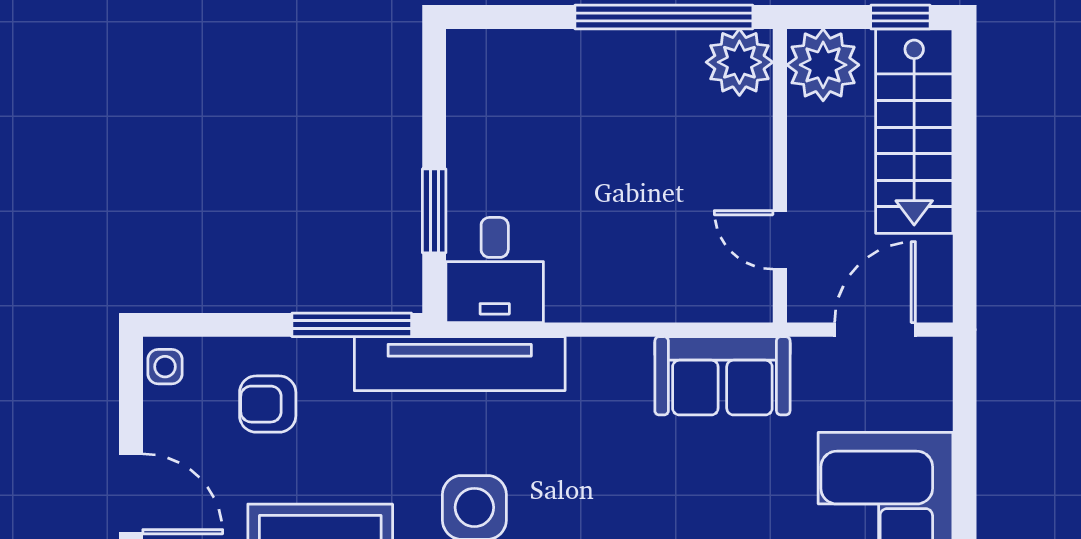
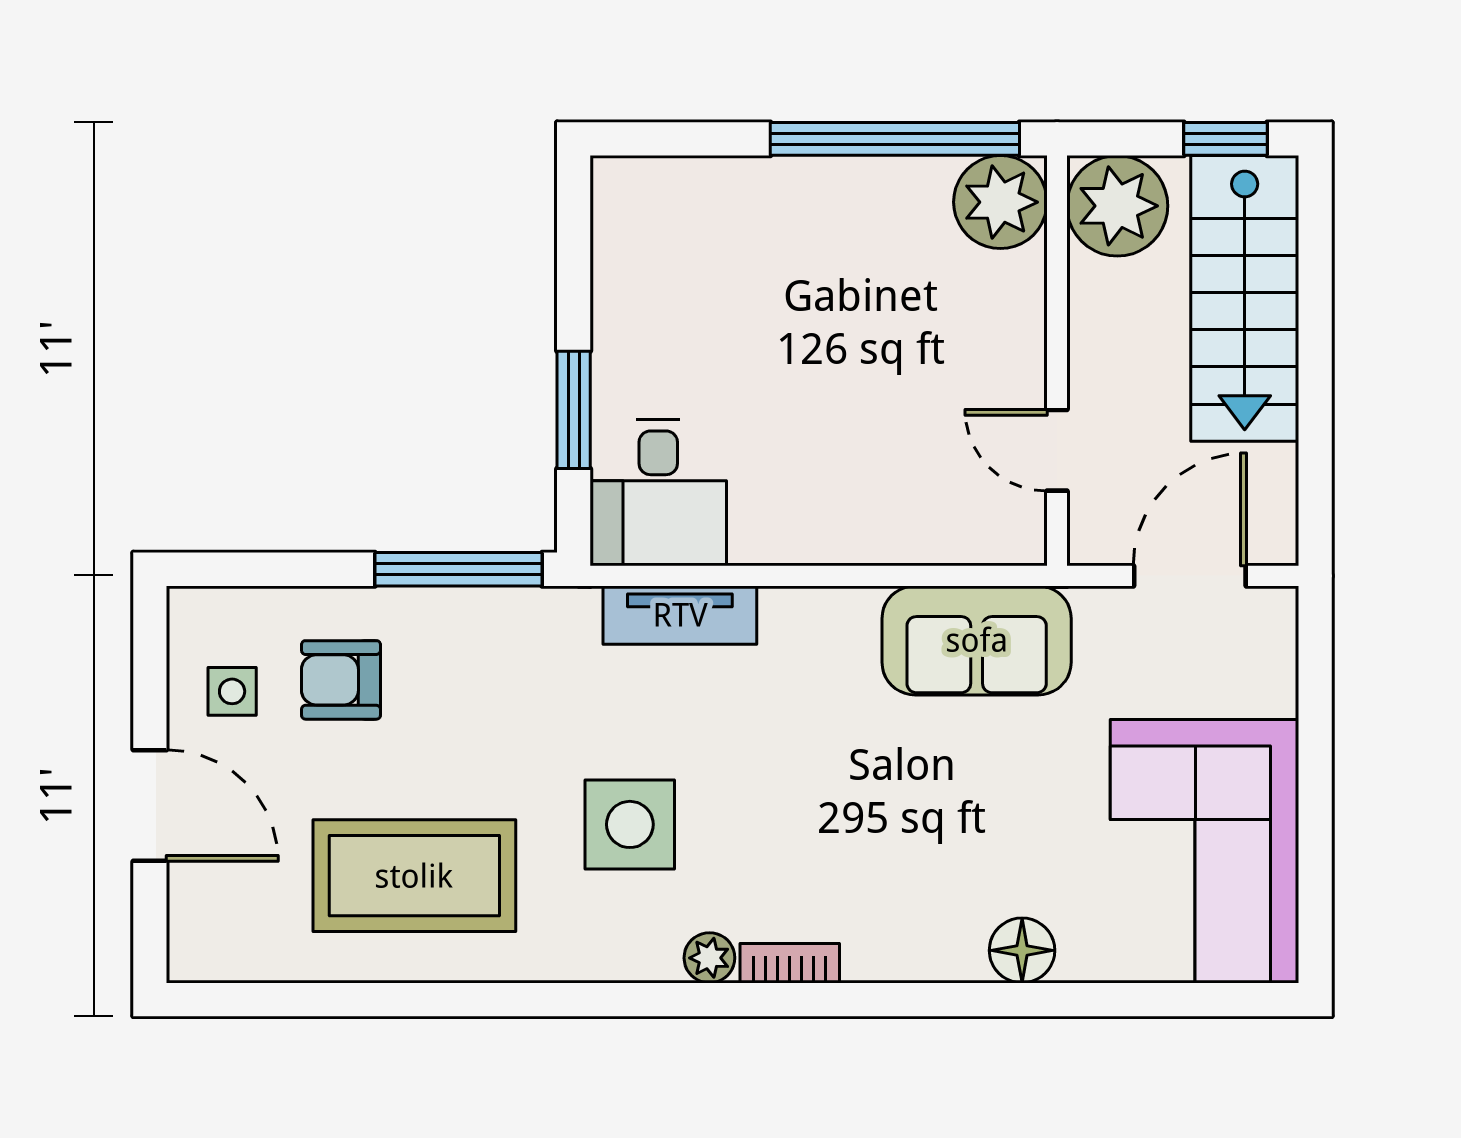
tv unit: (460, 364) -> (680, 615), width x0.52, depth x0.78
side table: (165, 367) -> (232, 691), moved

